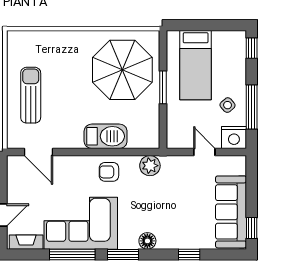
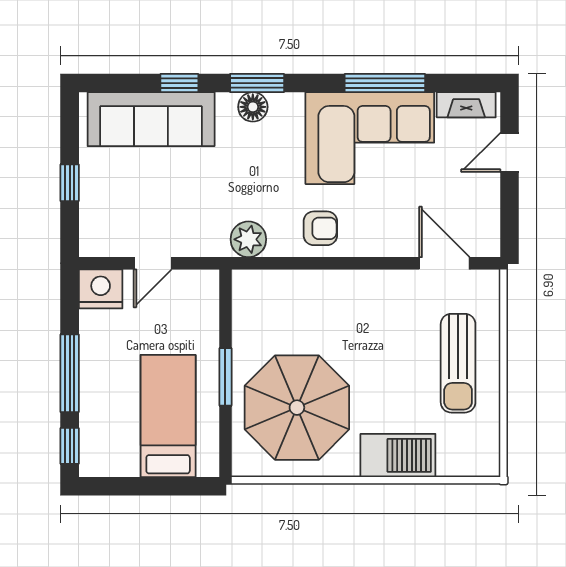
side table: (228, 105) -> (112, 346), removed
window: (252, 107) -> (70, 373), moved
barbecue: (106, 136) -> (398, 455), moved, turned 180
door: (204, 152) -> (153, 263), hinge flipped
sofa: (231, 212) -> (151, 119), moved, turned 90
window: (252, 228) -> (70, 183), moved
window: (123, 255) -> (257, 83), moved

